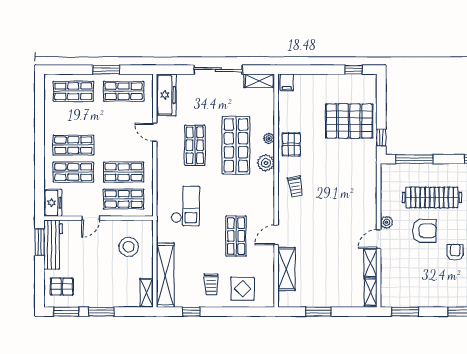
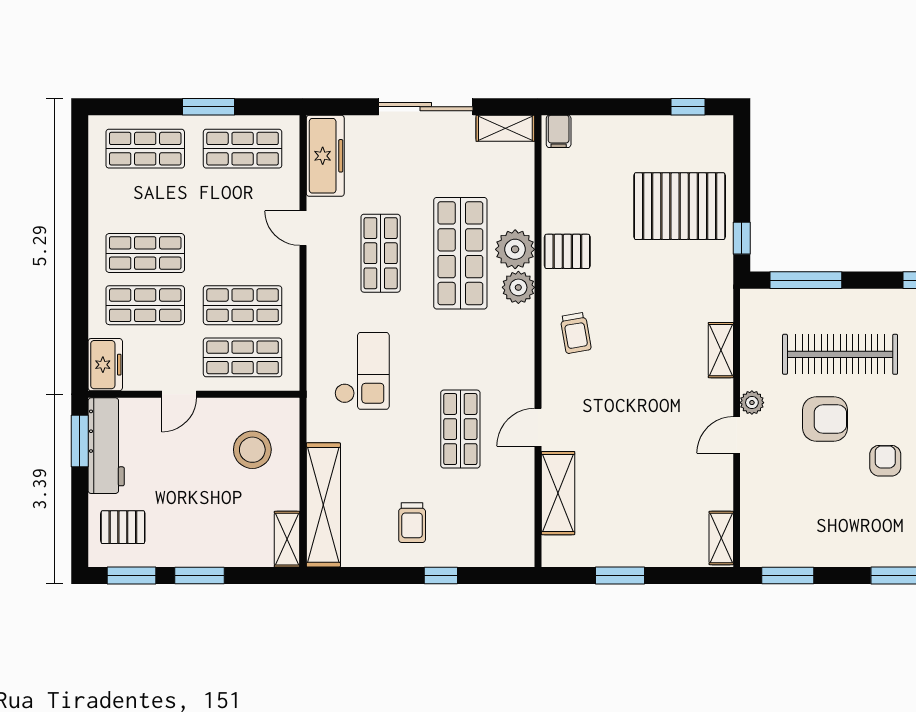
plant: (269, 139) -> (515, 249), width x1.88, depth x1.88
pallet: (291, 144) -> (567, 251), turned 90
shelving: (370, 263) -> (721, 350), moved
display table: (243, 289) -> (473, 531), removed
window: (191, 312) -> (441, 576), moved

